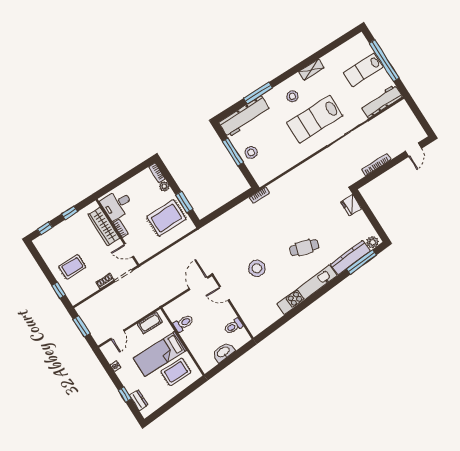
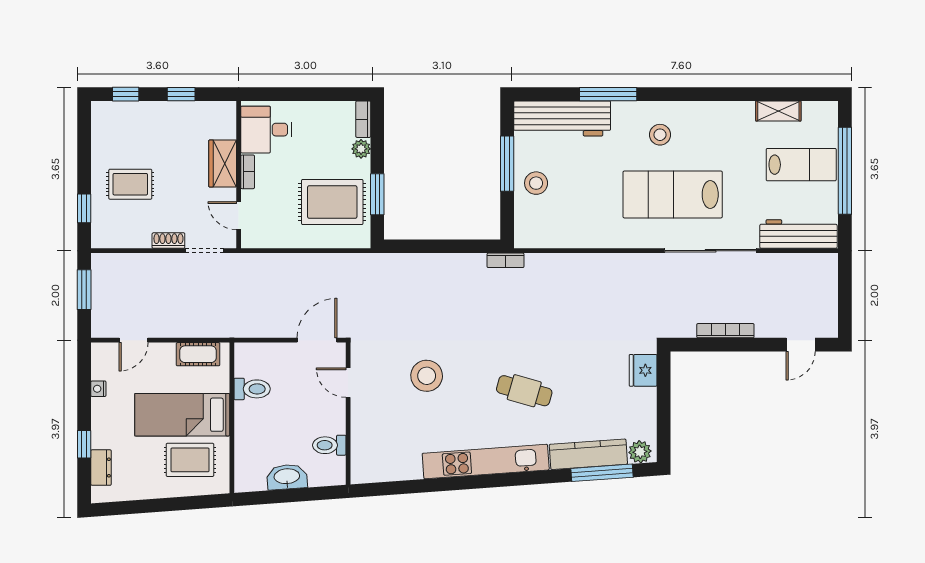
shelving: (311, 70) -> (778, 111), moved
lab bench: (363, 70) -> (801, 165), turned 180
wardrobe: (104, 227) -> (223, 163), width x0.67

